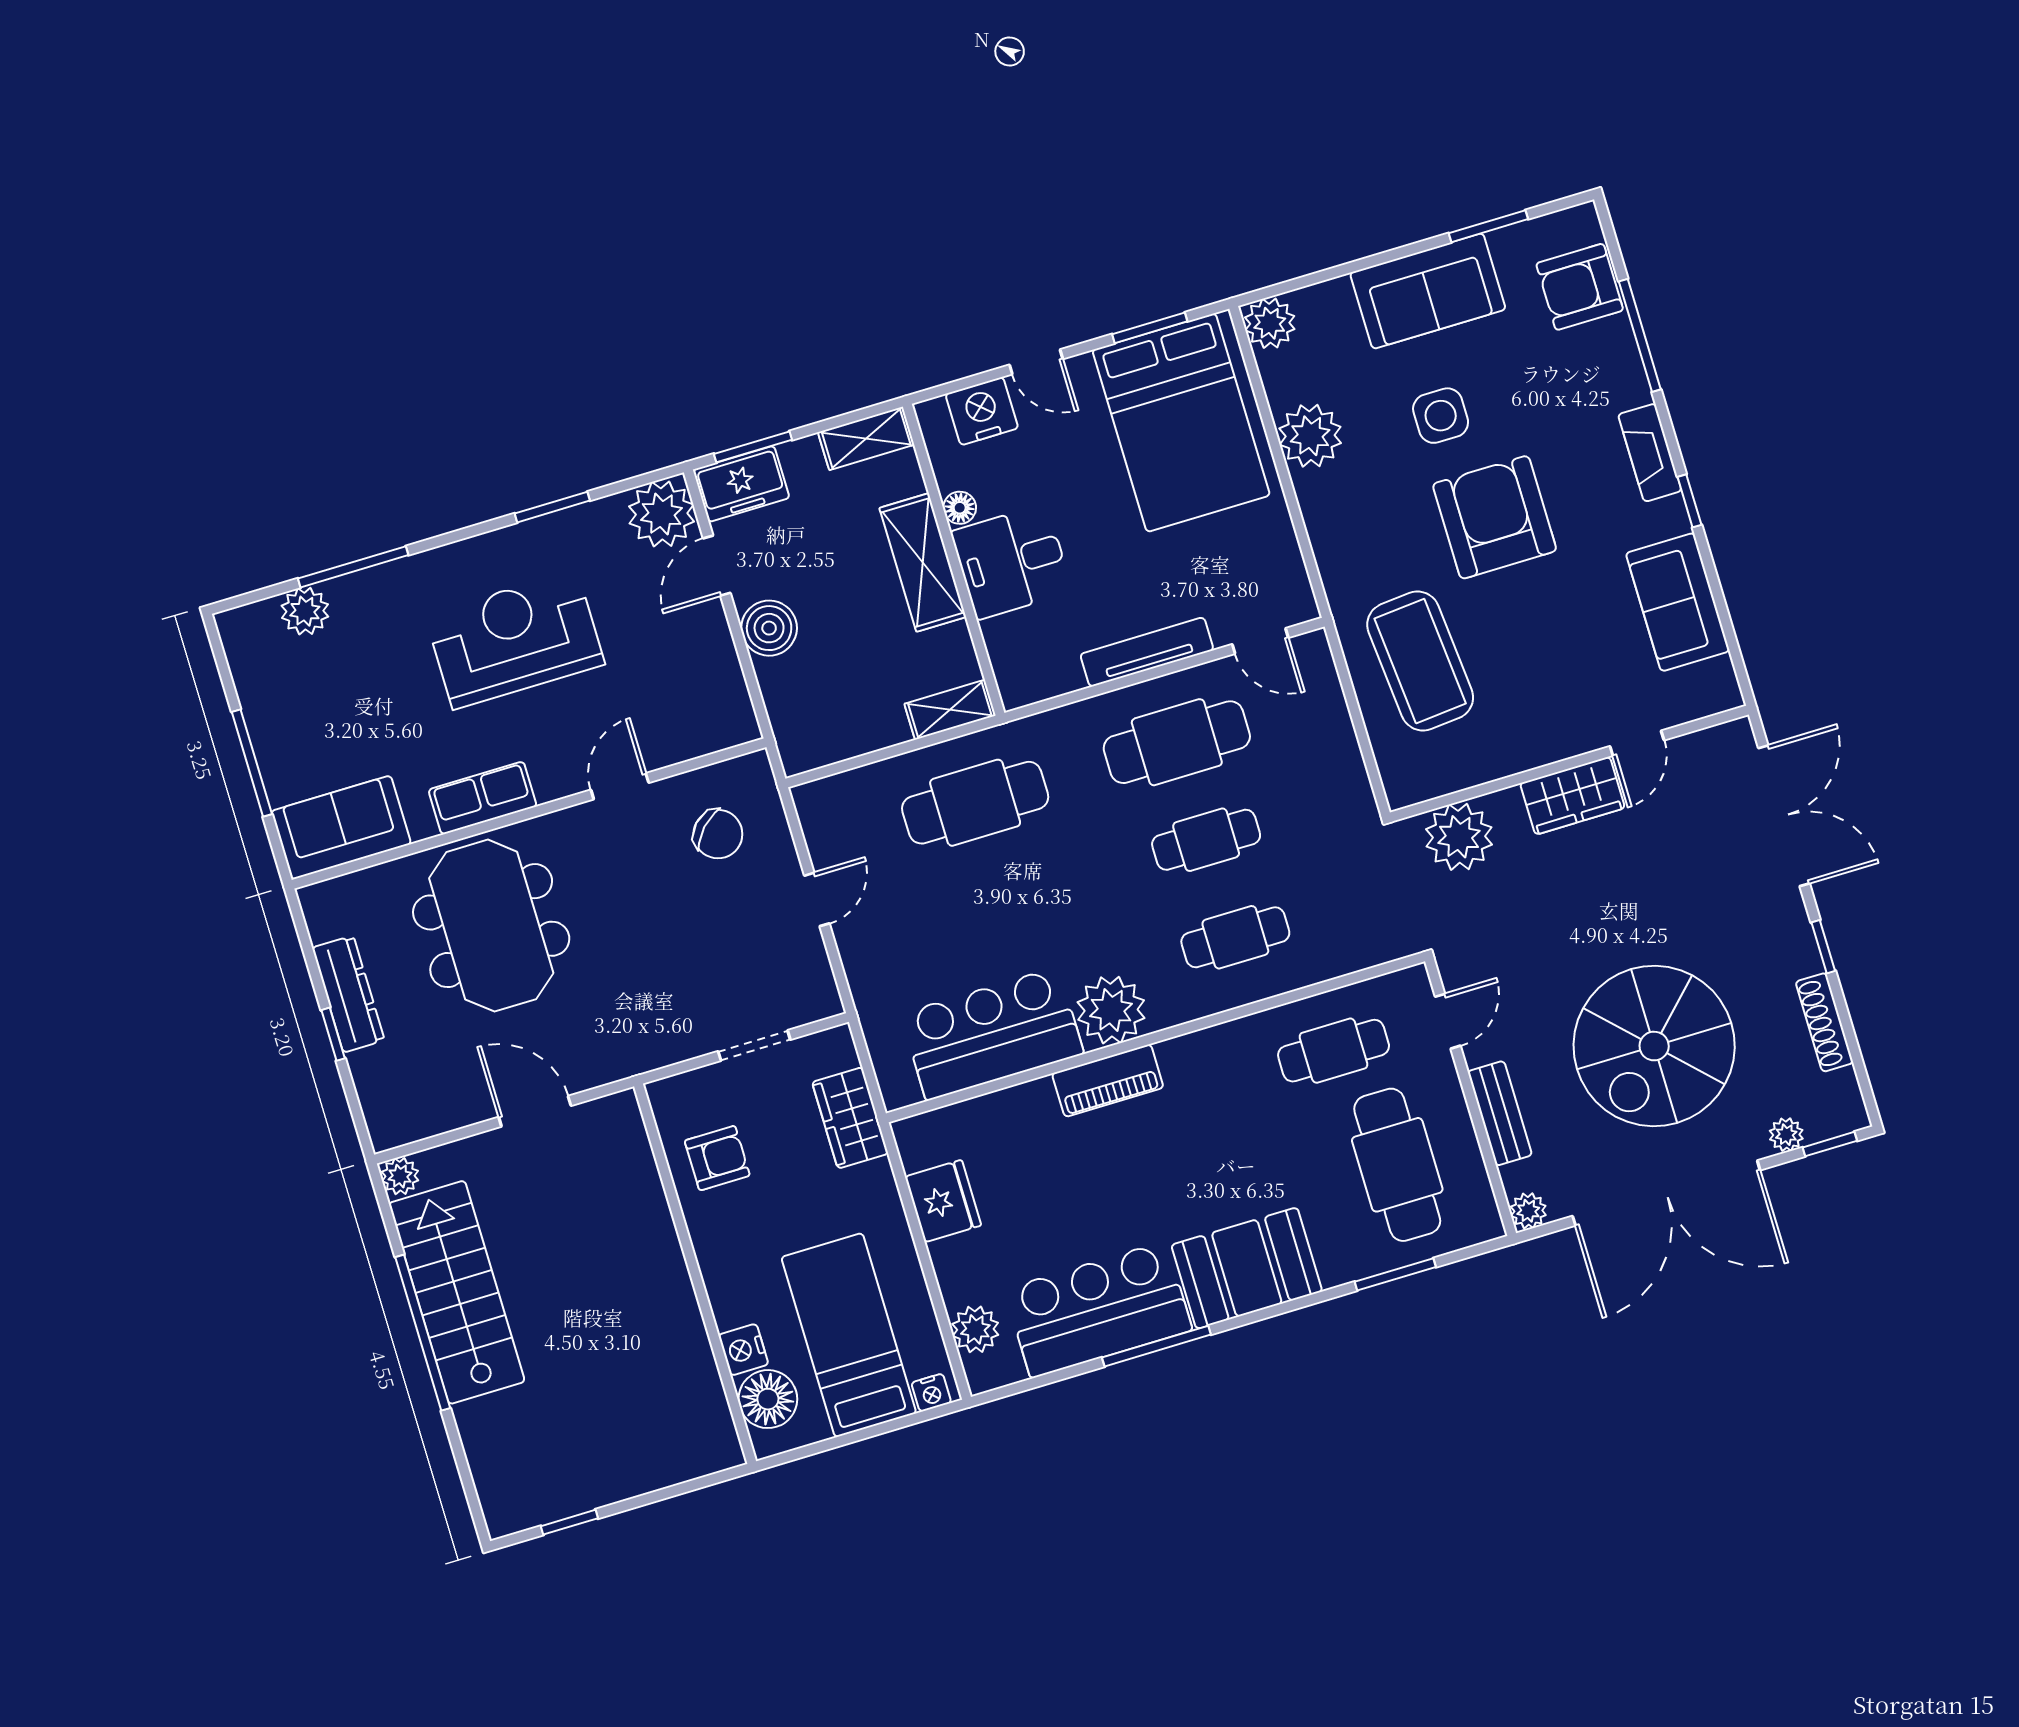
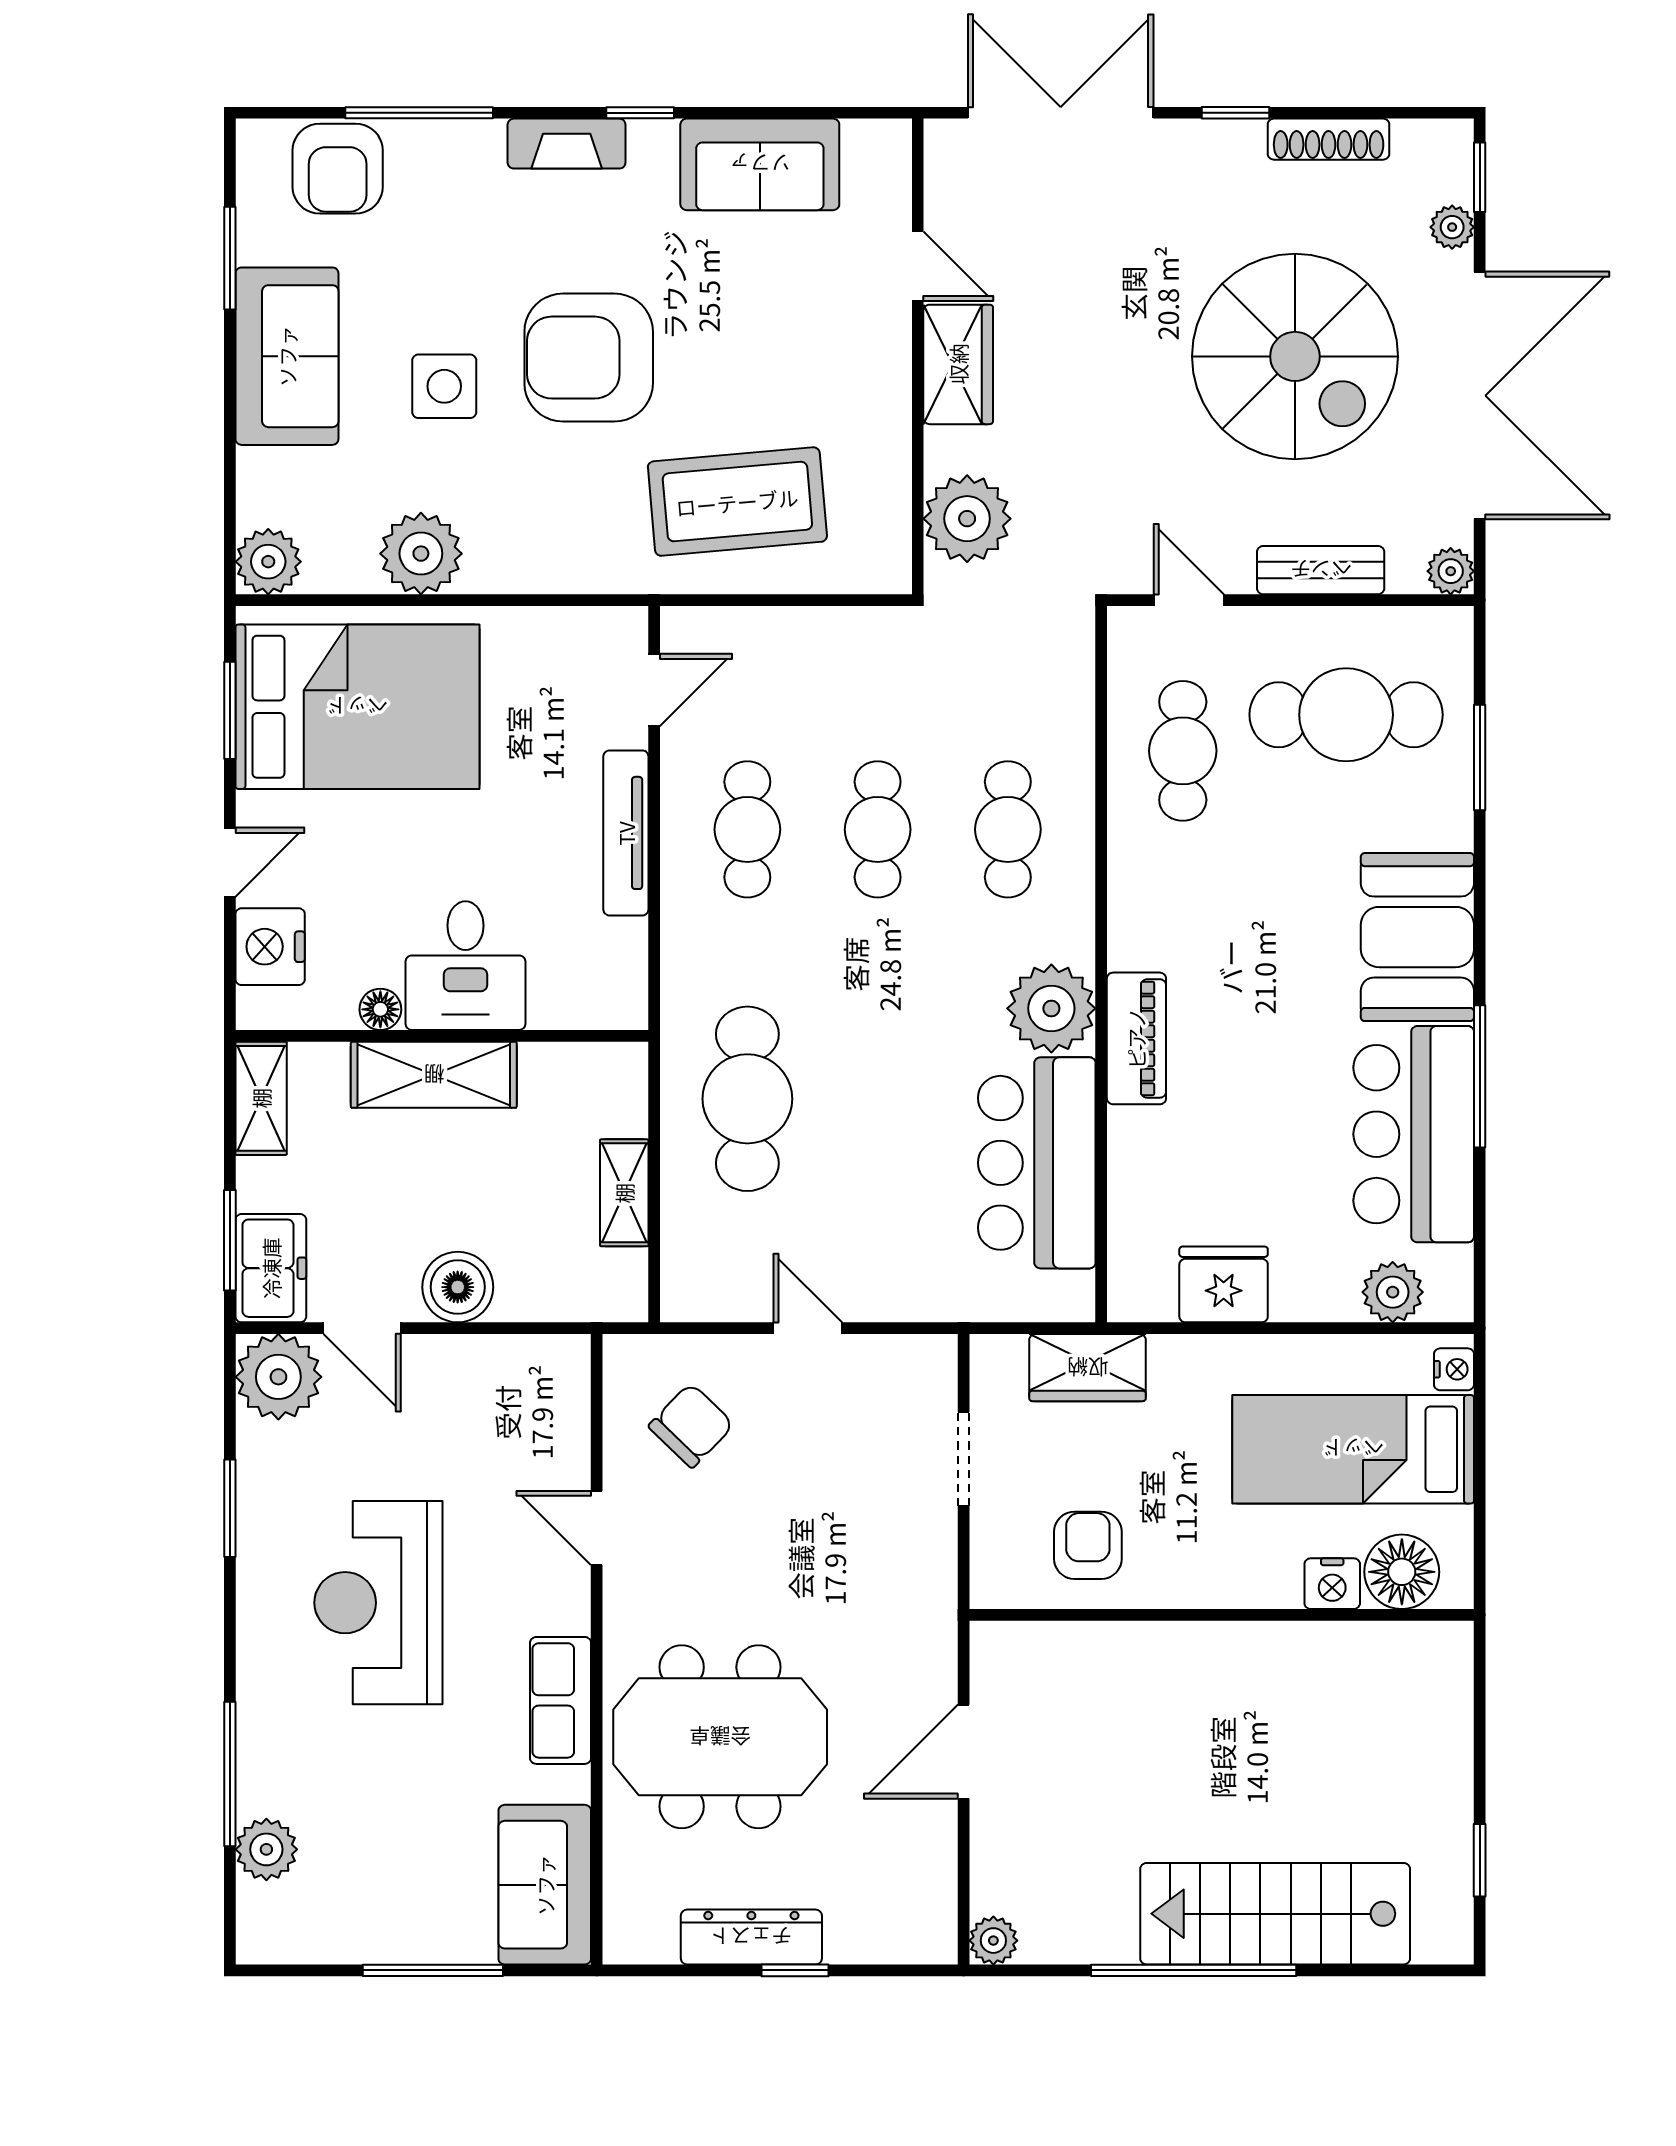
shelving: (950, 710) -> (624, 1193), moved
cafe table: (1177, 742) -> (747, 829), width x0.73, depth x0.74
stairs: (457, 1292) -> (1275, 1914), moved

